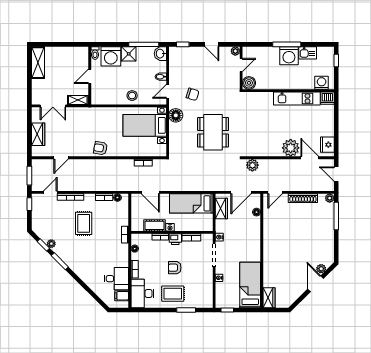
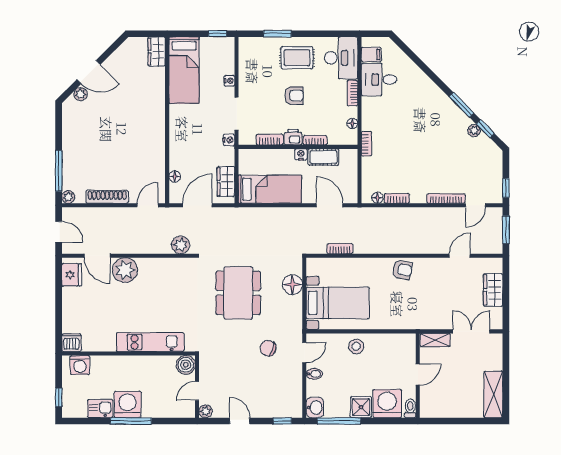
kitchen unit: (297, 99) -> (150, 342), moved
floor lamp: (176, 115) -> (292, 285), moved
rug: (84, 223) -> (427, 160), removed
door: (316, 284) -> (89, 72), hinge flipped

